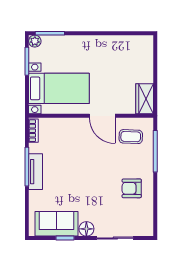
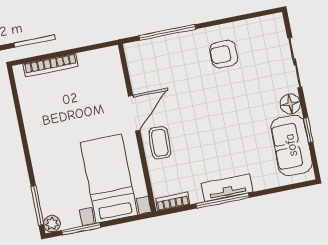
bookcase: (148, 63) -> (51, 65), added
wardrobe: (145, 99) -> (100, 61), removed
coffee table: (131, 137) -> (160, 143), moved
armchair: (132, 188) -> (224, 54), turned 90

